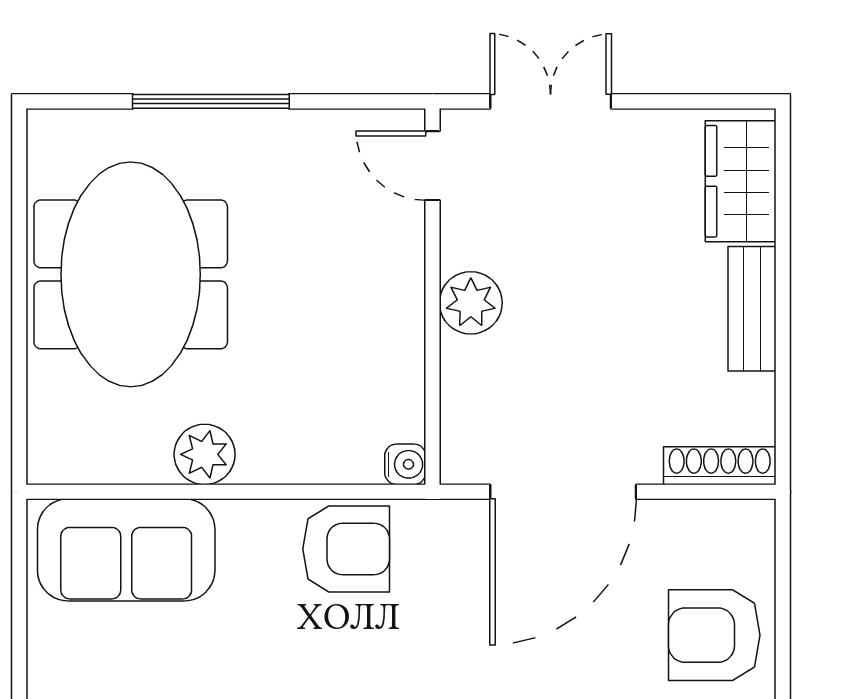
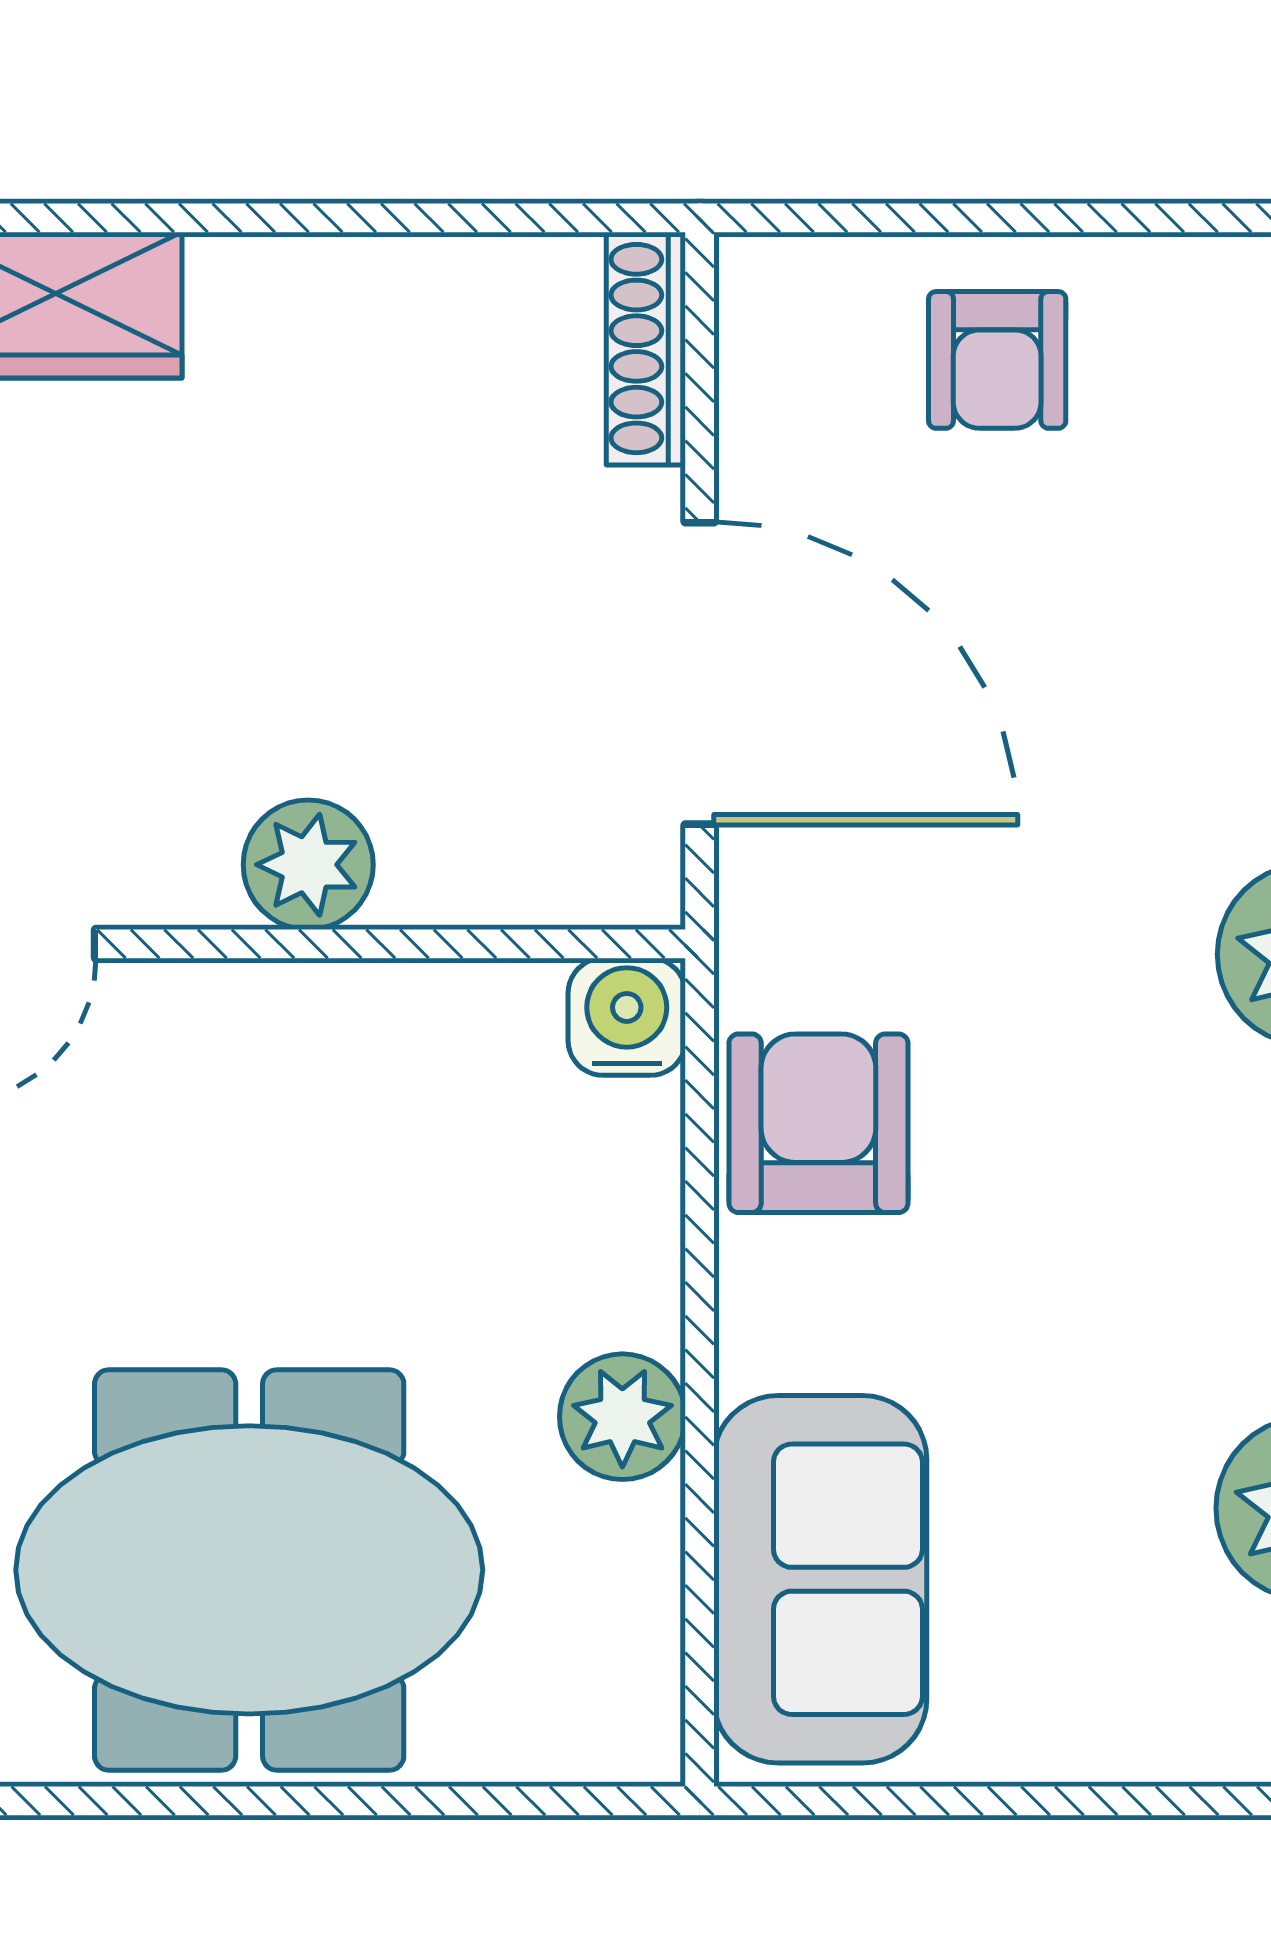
bench: (752, 309) -> (321, 282), removed
water cooler: (405, 464) -> (627, 1017), width x1.38, depth x1.38
armchair: (714, 635) -> (997, 360), width x0.72, depth x0.72

